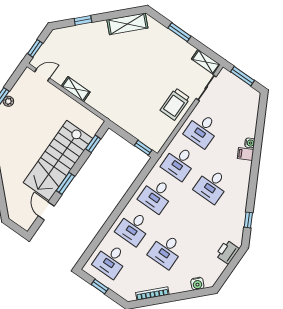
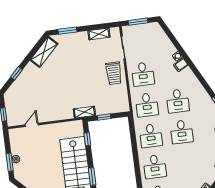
window: (179, 32) -> (67, 31), moved
shelving: (206, 62) -> (99, 34), moved
door: (42, 75) -> (32, 125), moved
shelving: (76, 89) -> (84, 112), moved
window: (143, 148) -> (104, 117), moved
desk: (166, 251) -> (182, 132), moved

